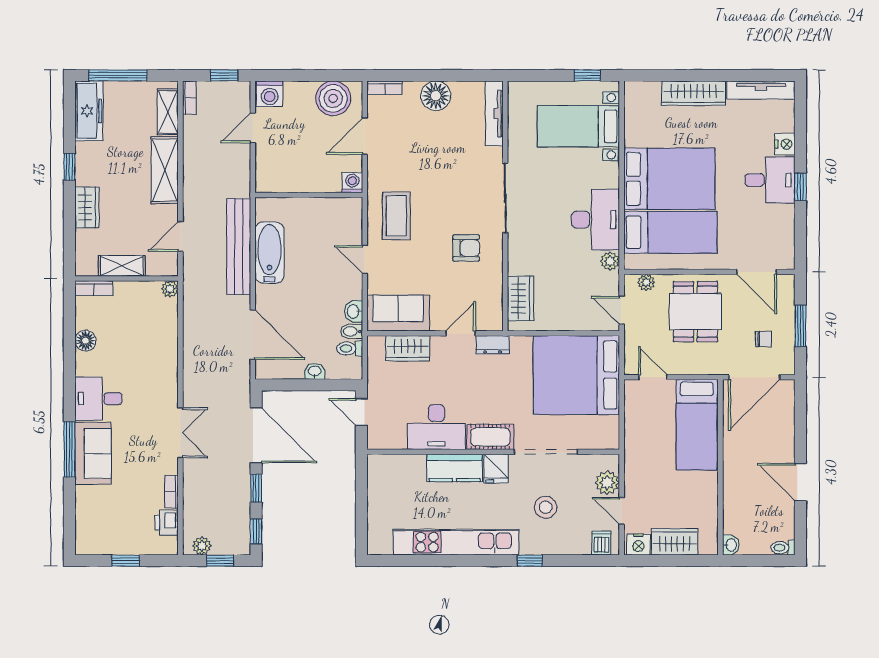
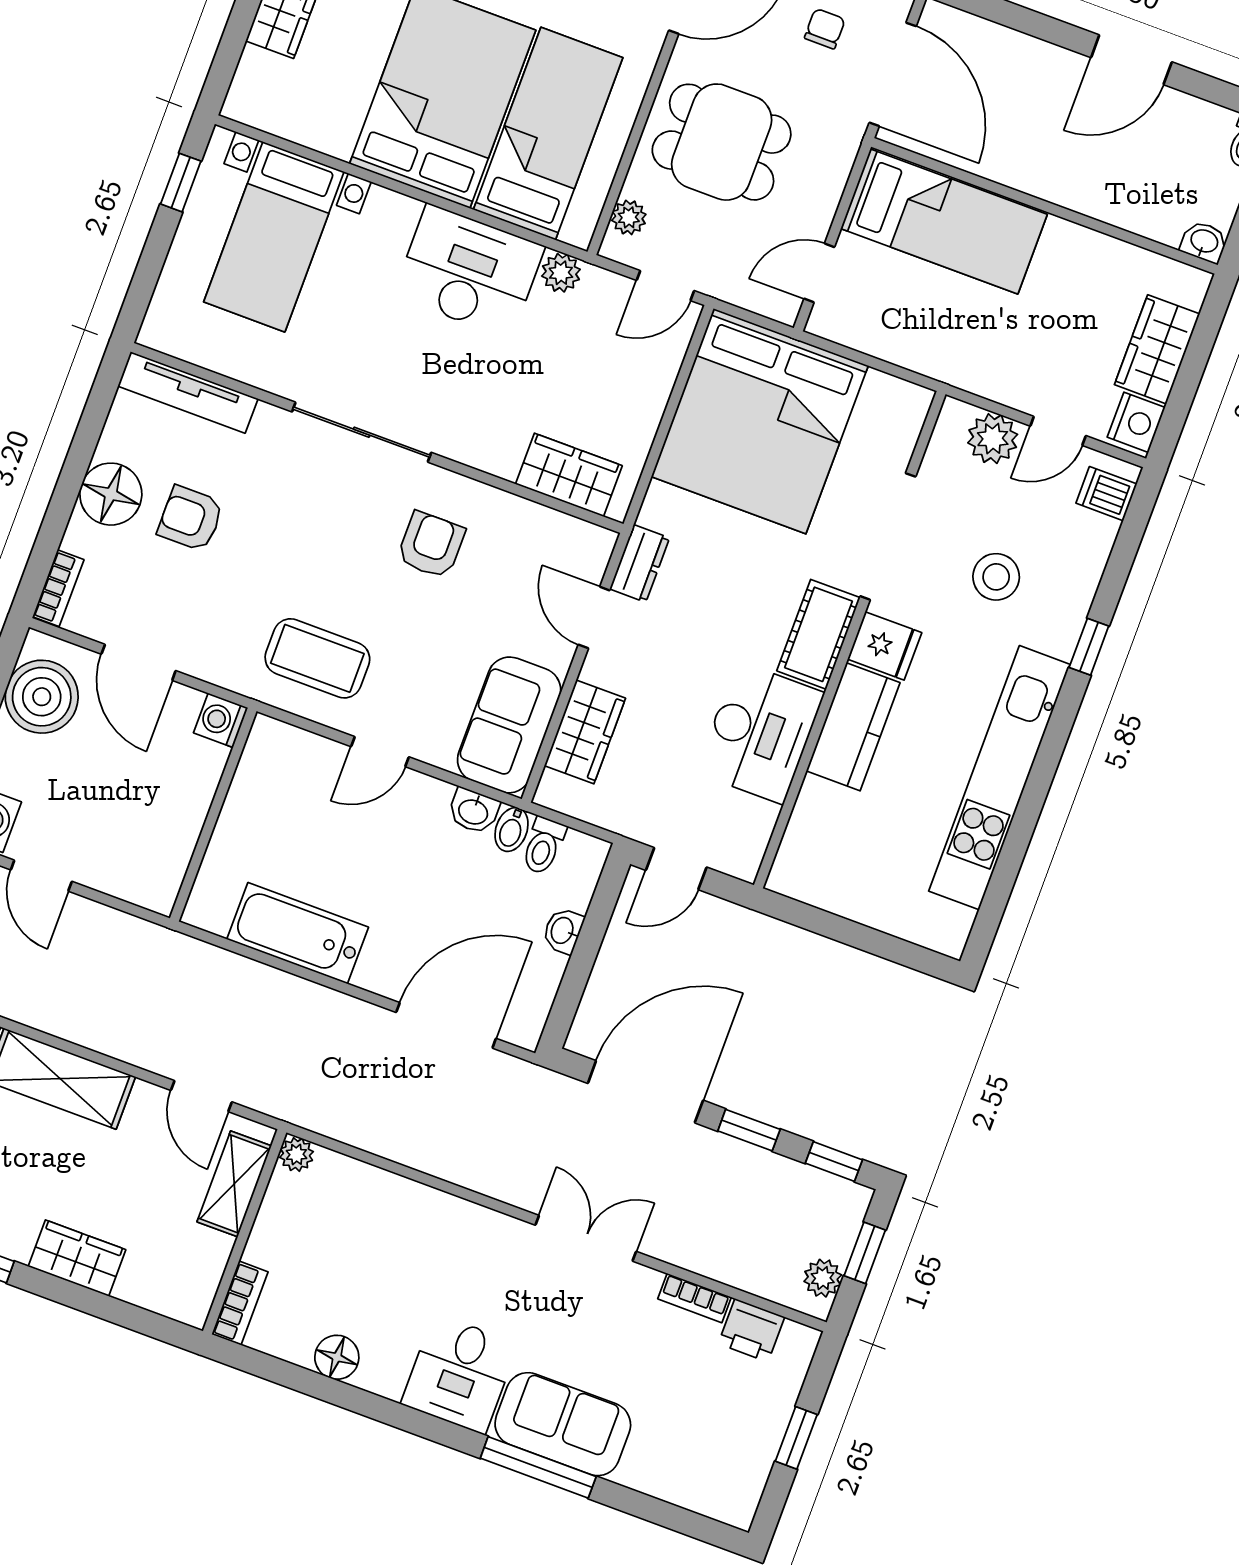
armchair: (438, 136) -> (190, 518), added
bench: (239, 247) -> (263, 989), removed
shelving: (122, 266) -> (234, 1184), moved

